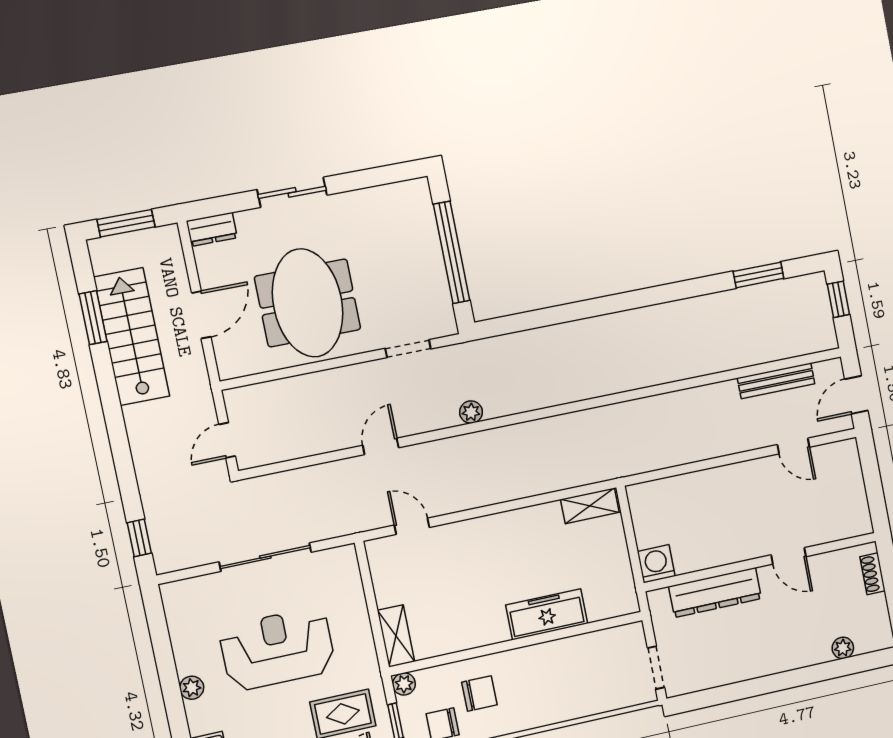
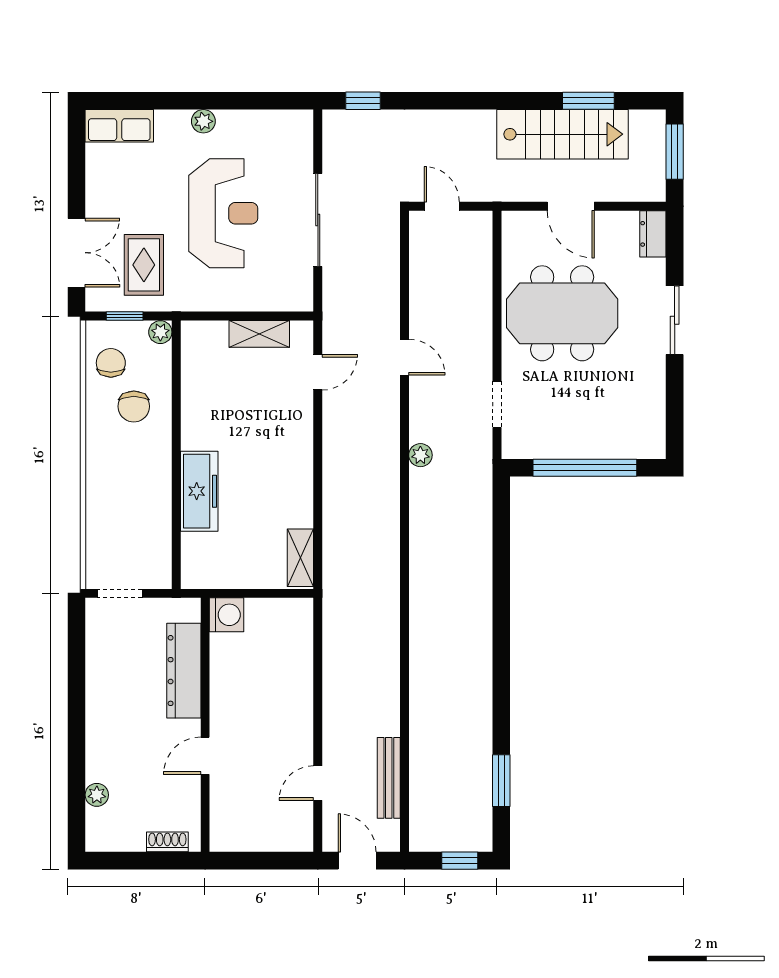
shelving: (396, 636) -> (259, 334), moved

